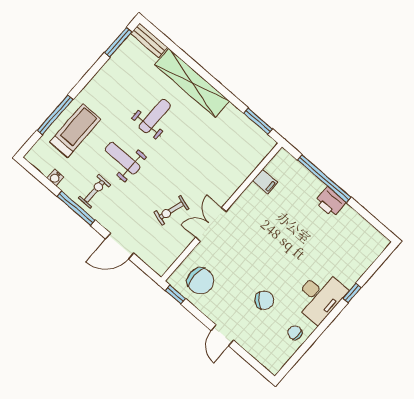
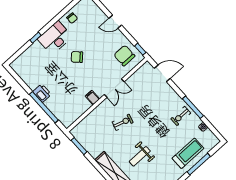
treadmill: (75, 131) -> (188, 153), turned 180
weight bench: (123, 158) -> (162, 134), removed
filing cabinet: (265, 182) -> (92, 98), moved
exercise bike: (171, 210) -> (123, 122), moved
door: (120, 246) -> (162, 73), moved
chair: (264, 300) -> (77, 57), moved
door: (222, 335) -> (115, 22), swing flipped

